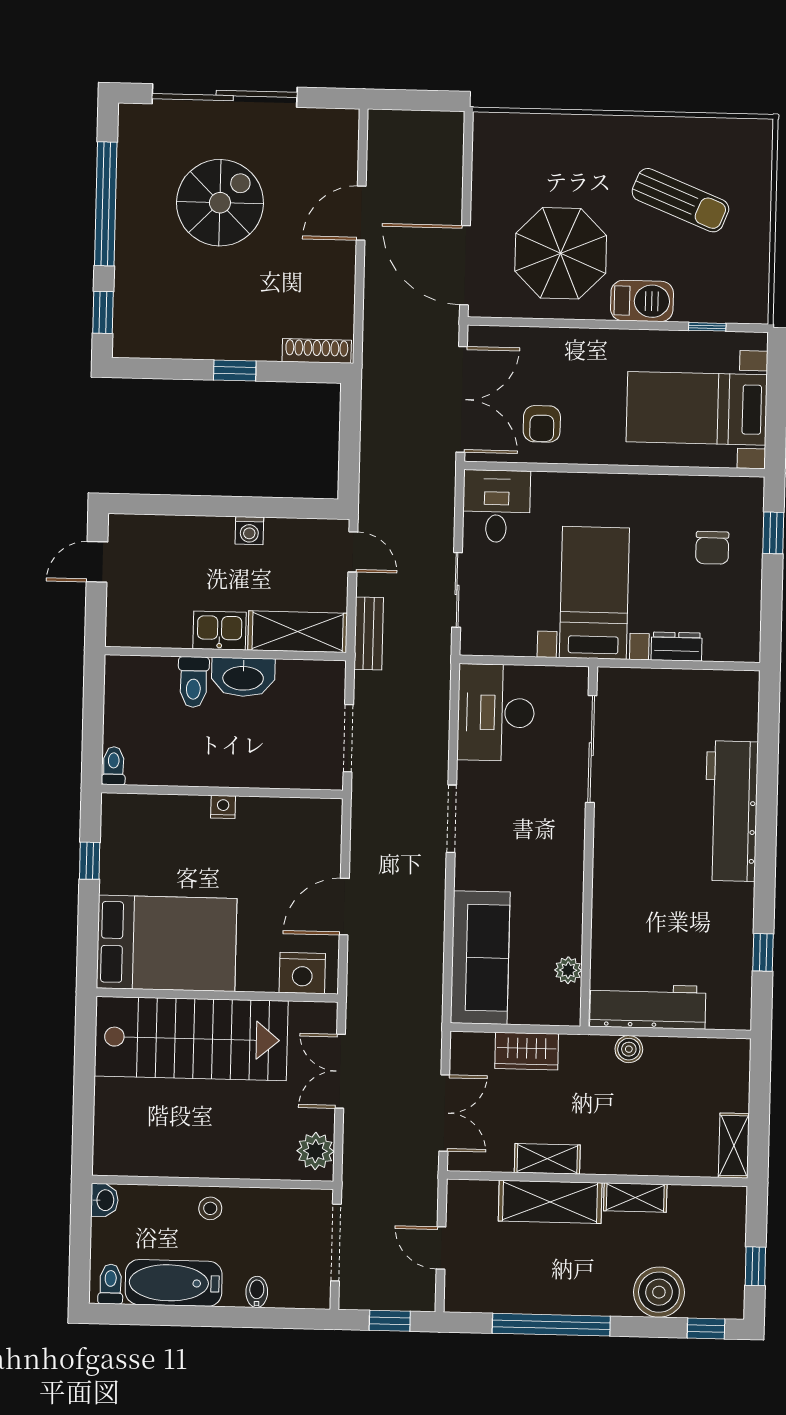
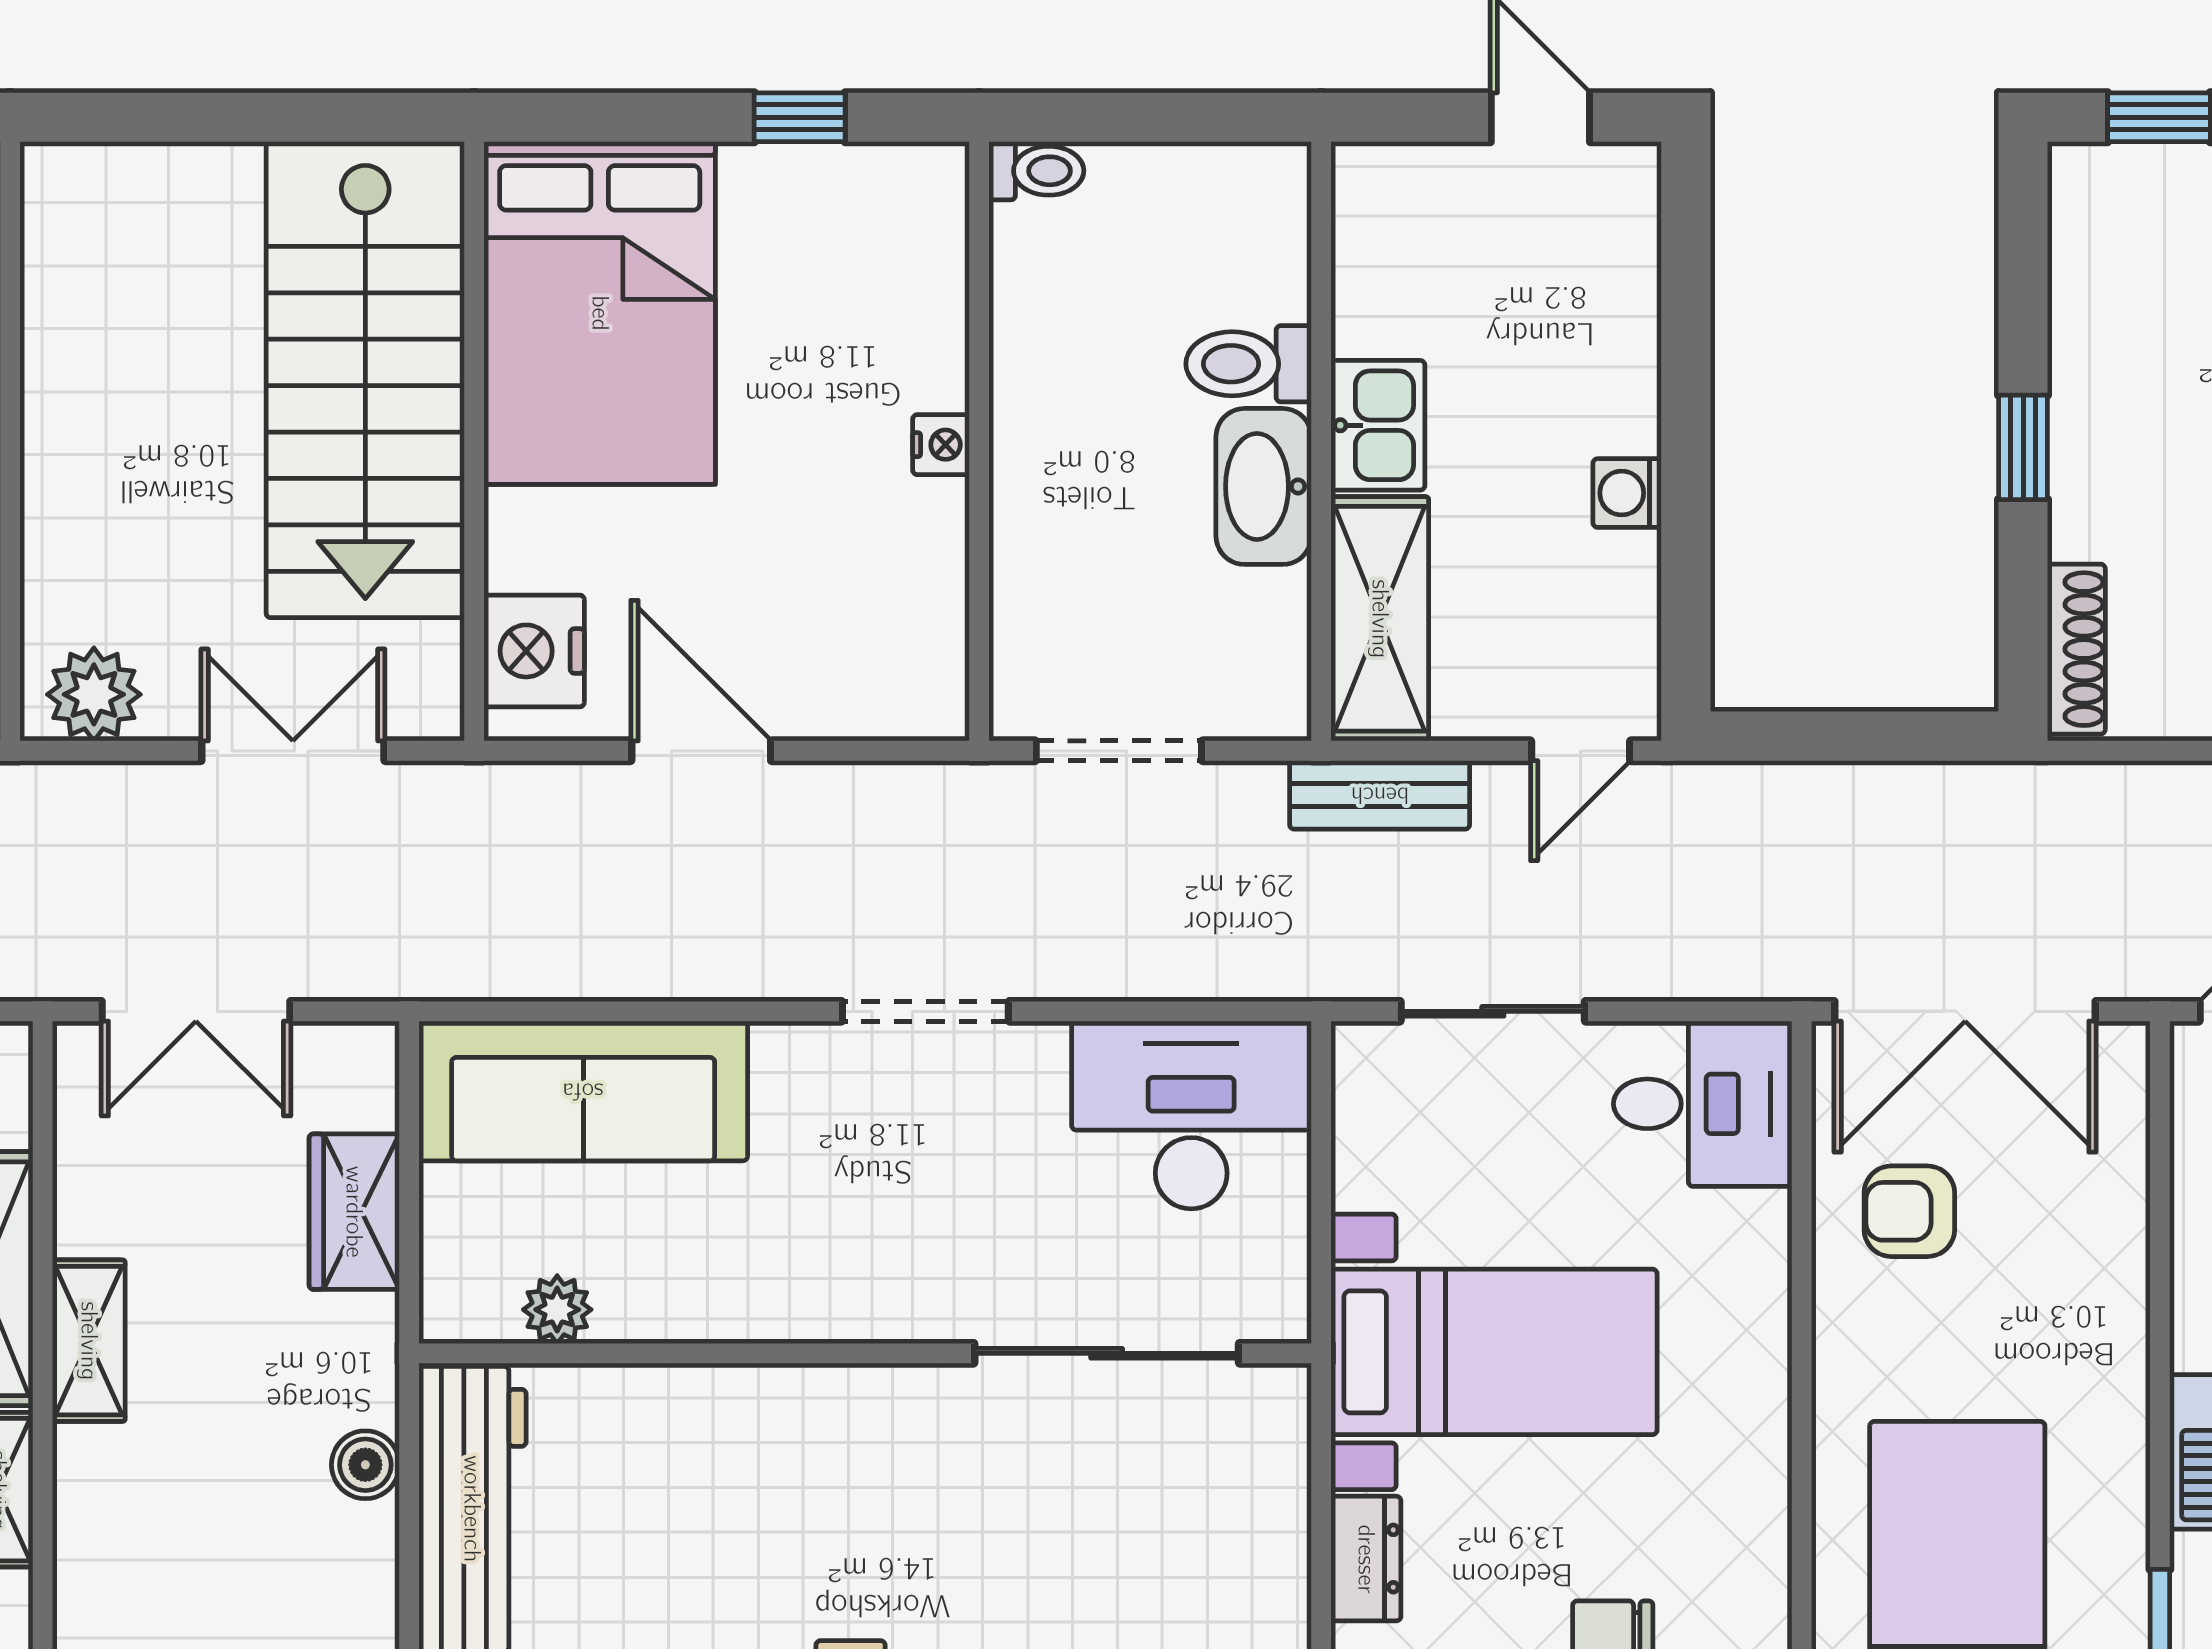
shelving: (547, 1159) -> (89, 1341), moved

